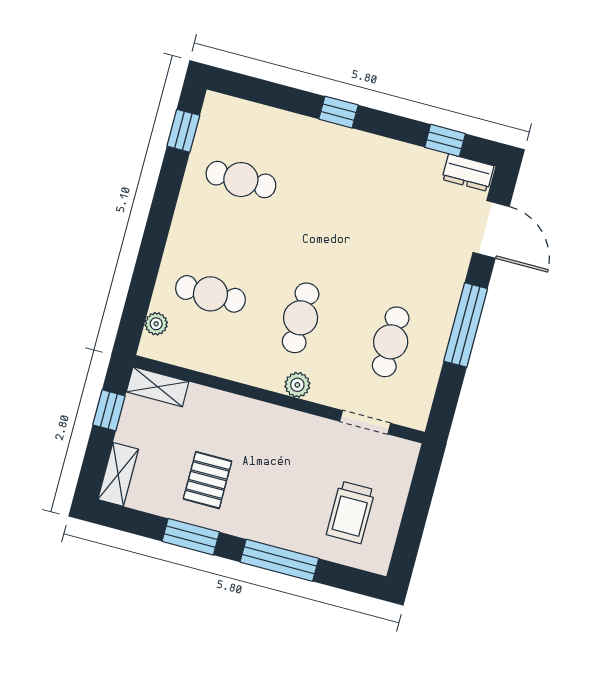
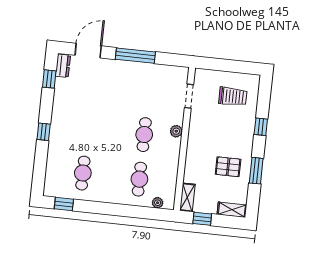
cafe table: (301, 318) -> (144, 135), turned 90
cafe table: (391, 342) -> (149, 90), removed
window: (279, 560) -> (261, 127), width x0.46

